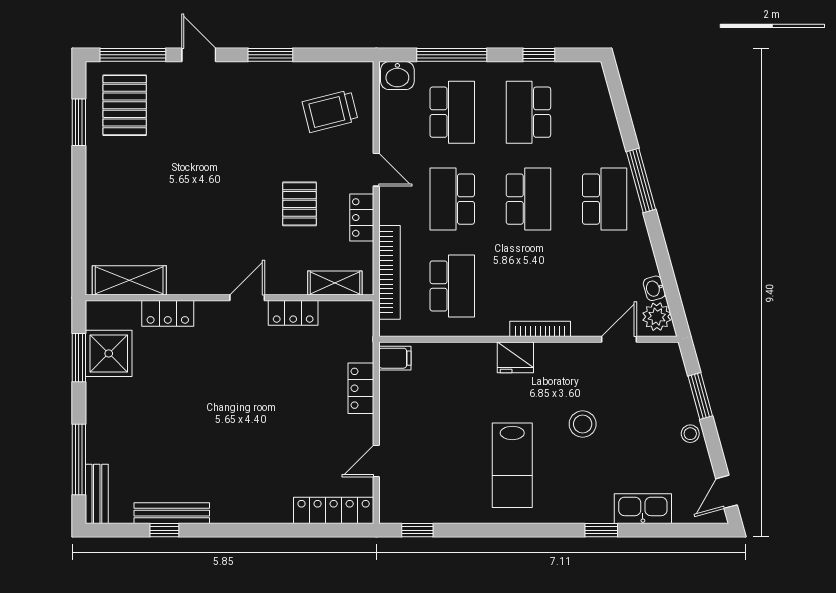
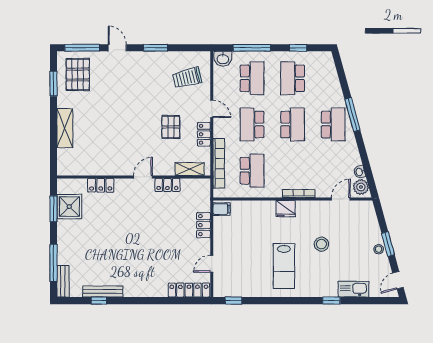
shelving: (129, 280) -> (65, 128), moved, turned 90
window: (700, 396) -> (388, 244), moved

